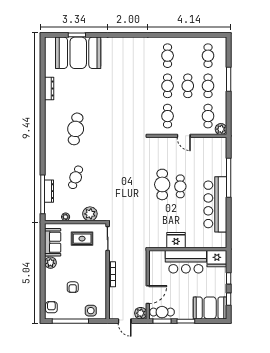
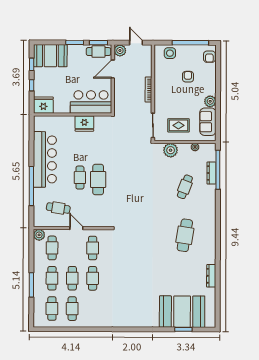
cafe table: (168, 56) -> (72, 309), moved
cafe table: (202, 156) -> (58, 208), added
bar counter: (186, 262) -> (91, 102), moved

